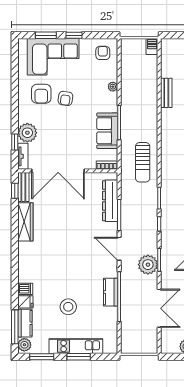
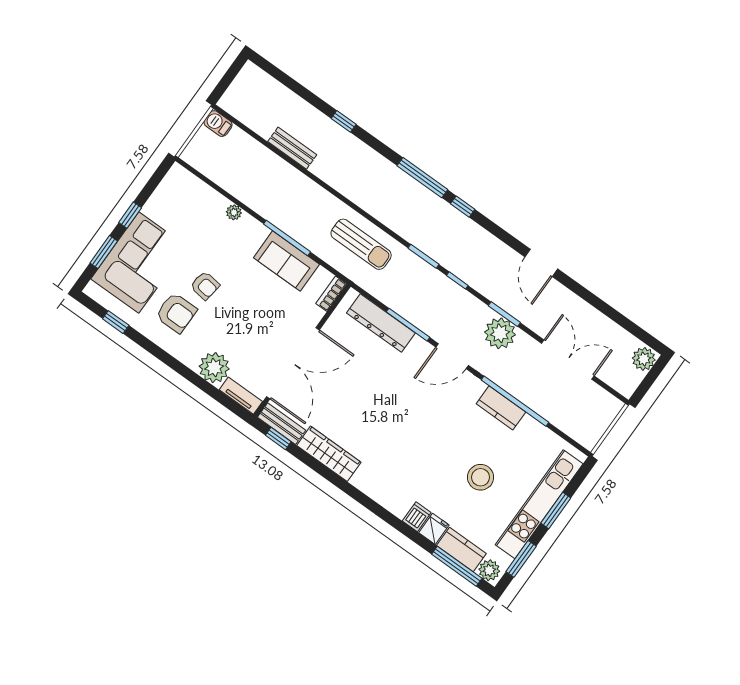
armchair: (103, 53) -> (180, 194), removed
window: (15, 142) -> (116, 322), moved
kitchen unit: (76, 346) -> (539, 504), width x1.36

